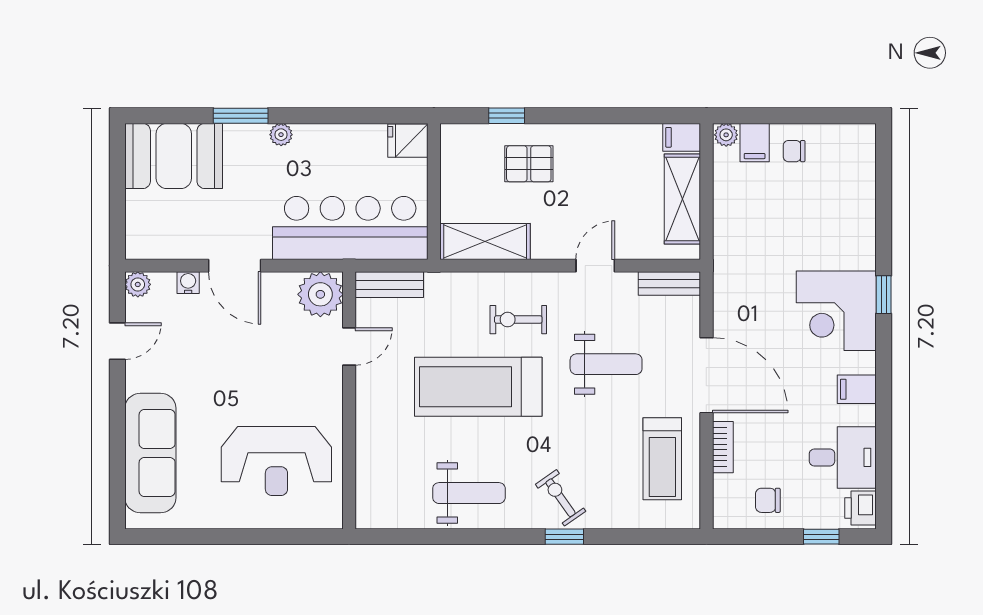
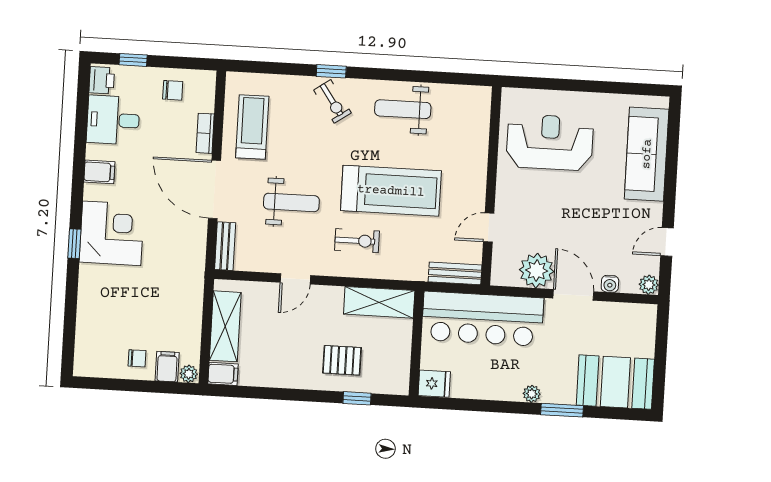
bench: (669, 284) -> (225, 246), moved, turned 90
plant: (320, 294) -> (537, 271), moved
weight bench: (606, 364) -> (291, 202), turned 180

